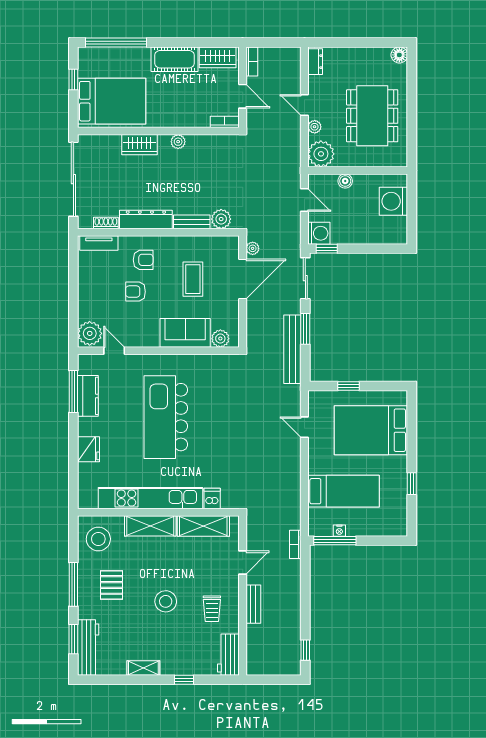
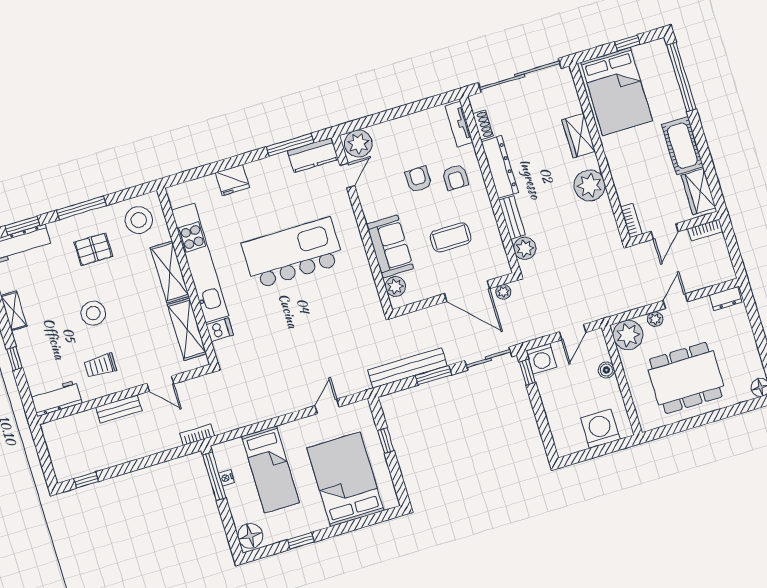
plant: (178, 142) -> (590, 185), width x1.88, depth x1.88
kitchen counter: (88, 396) -> (313, 155), moved
floor lamp: (395, 525) -> (250, 536), added

